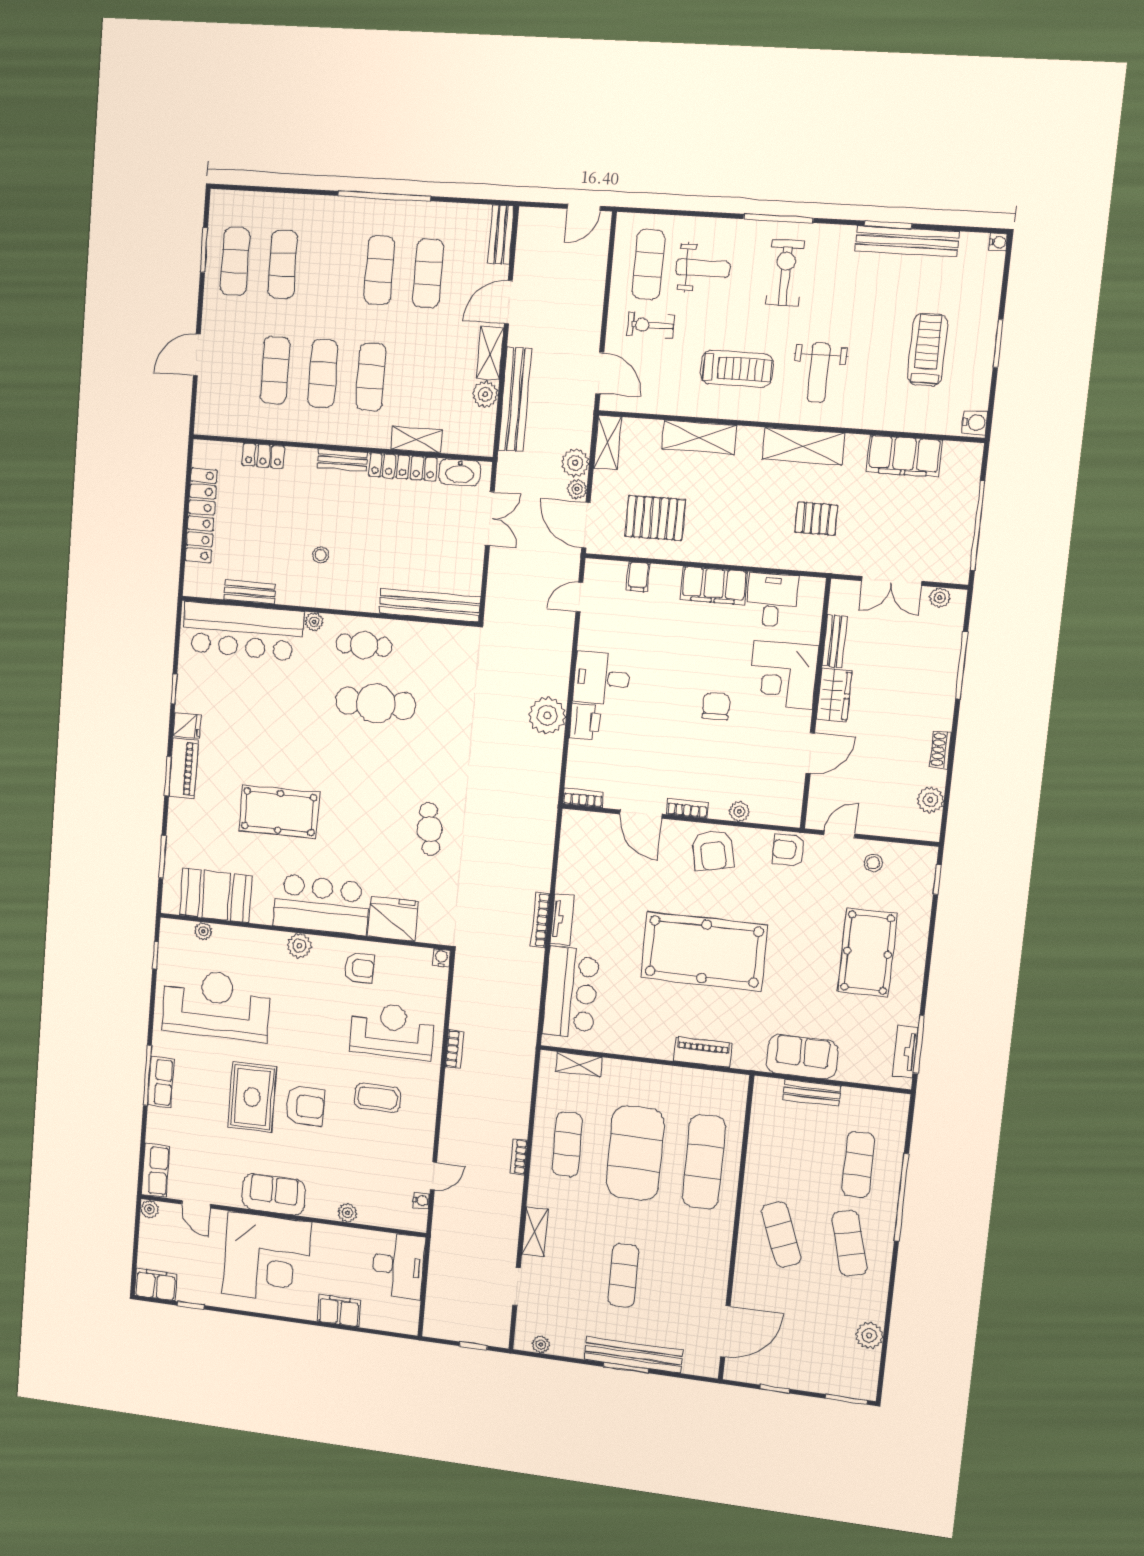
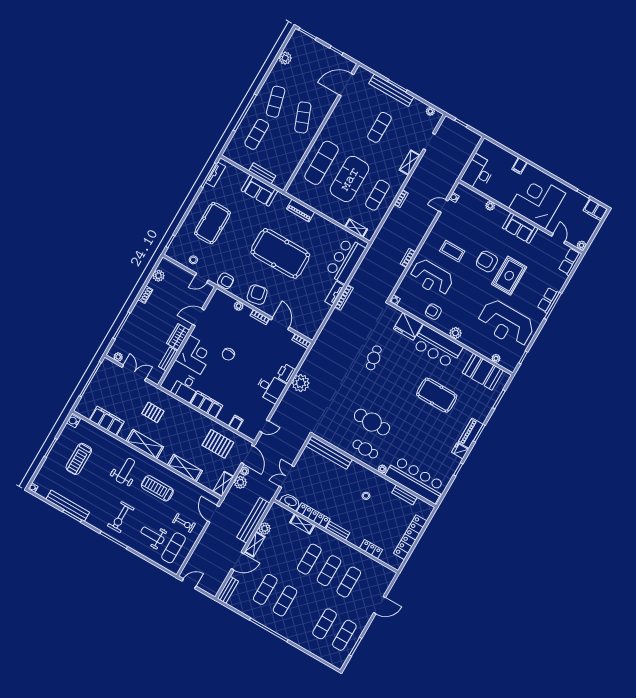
filing cabinet: (339, 1311) -> (520, 166), width x0.50

